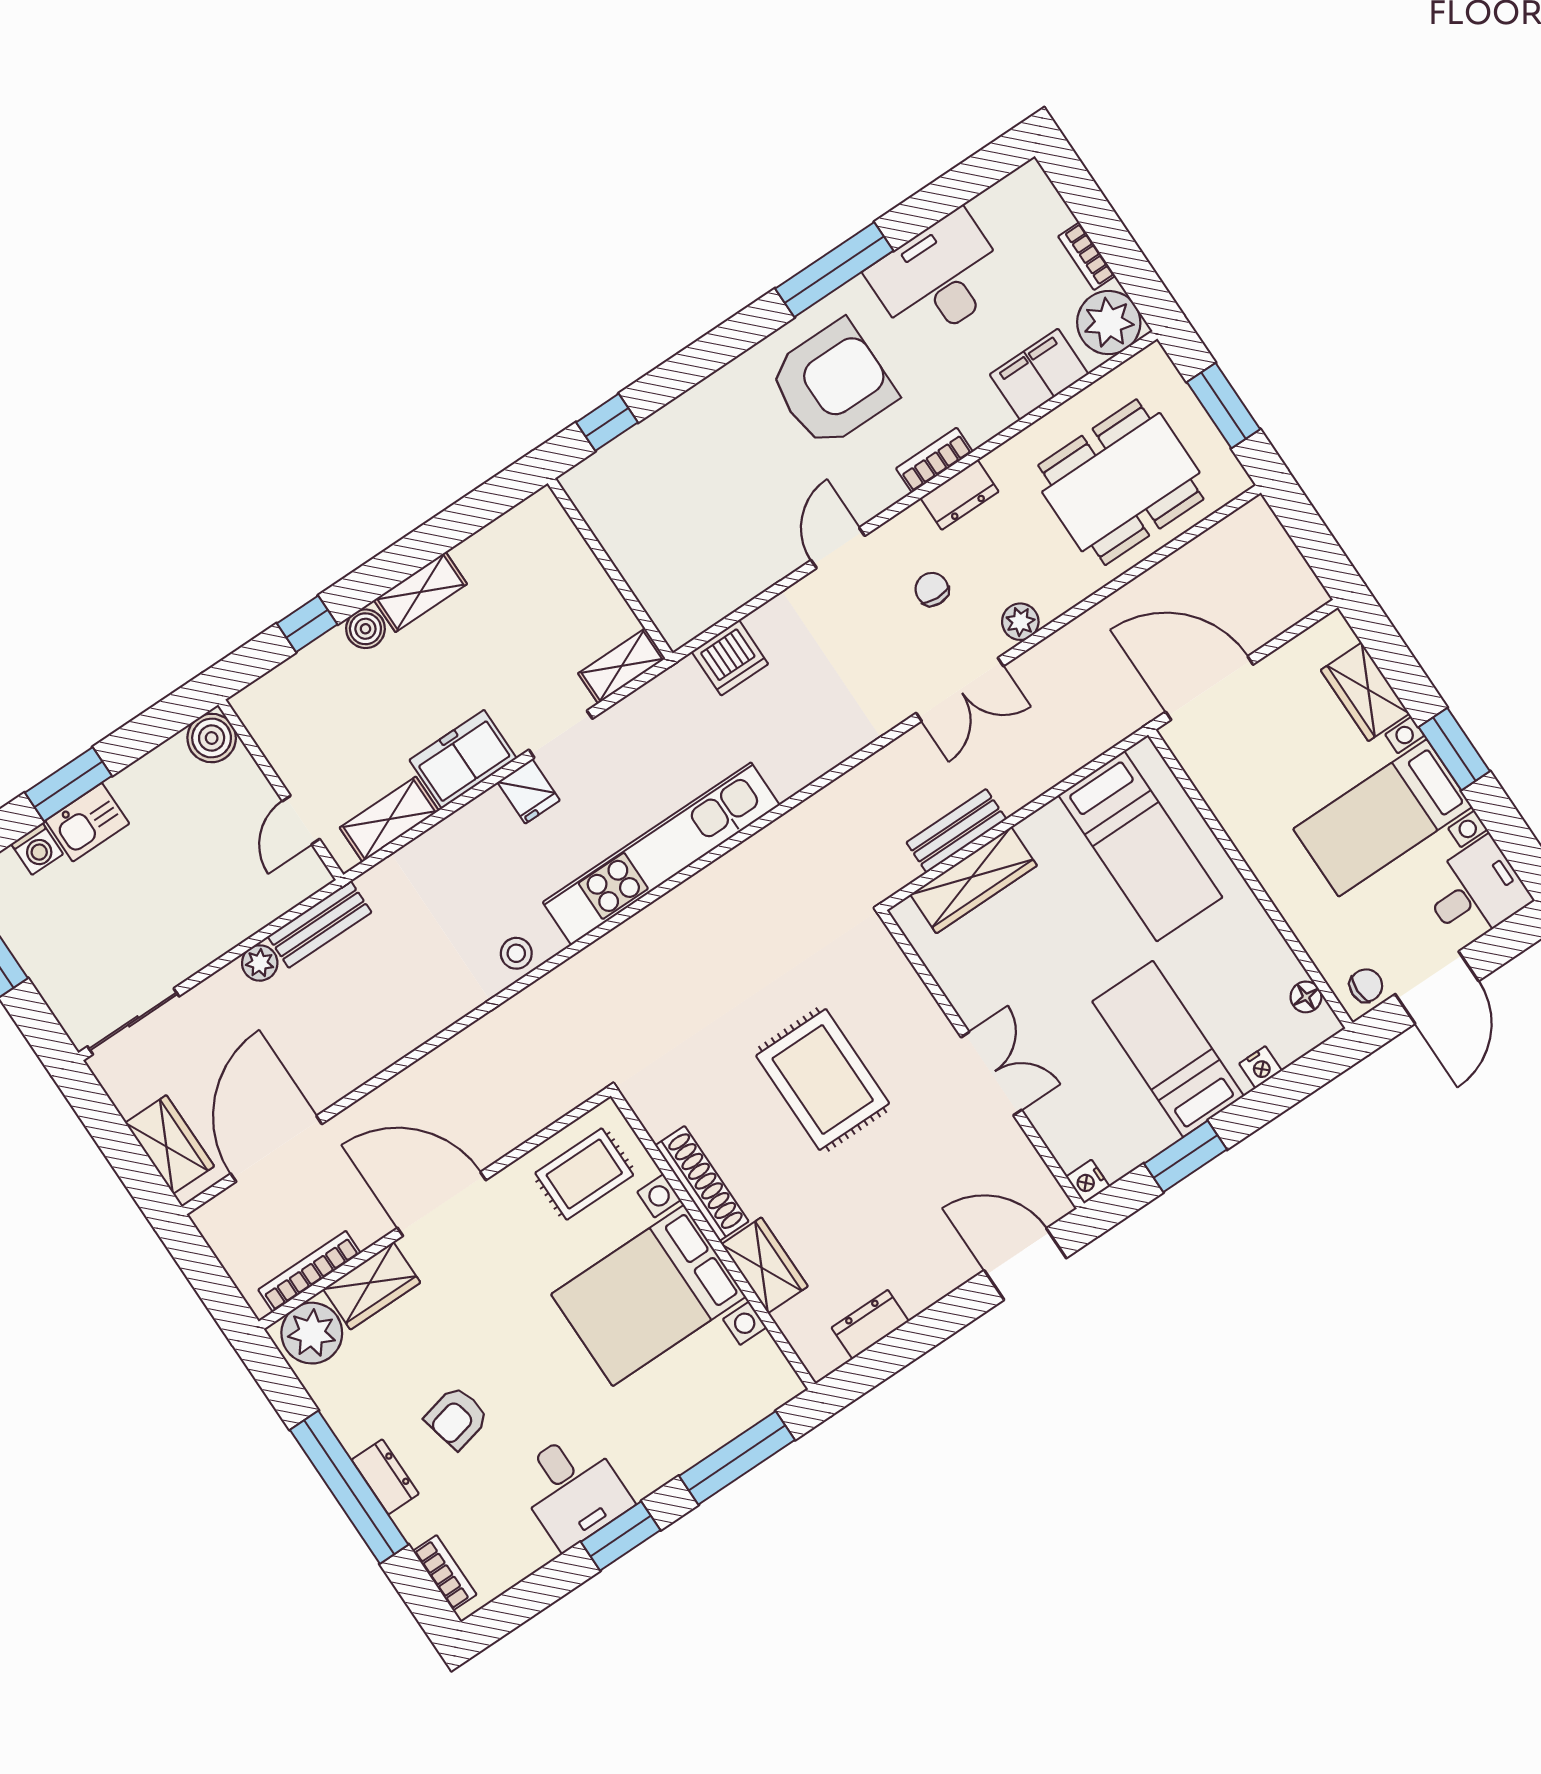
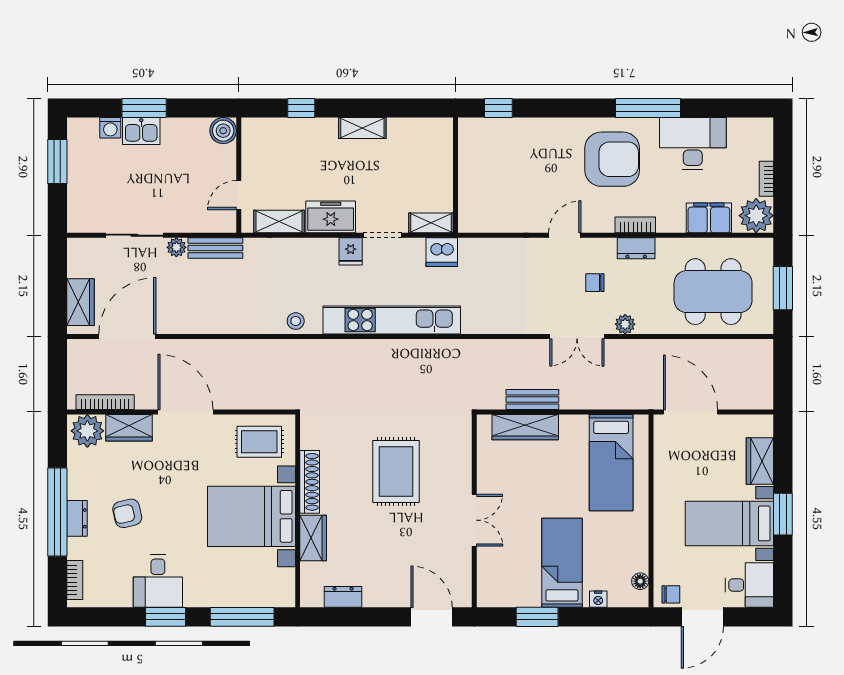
chair: (932, 589) -> (595, 283), turned -92
boiler: (365, 629) -> (326, 128), removed
dishwasher: (730, 658) -> (442, 252), moved
sliding door: (133, 1021) -> (135, 235), moved
nightstand: (1088, 1182) -> (485, 598), removed

